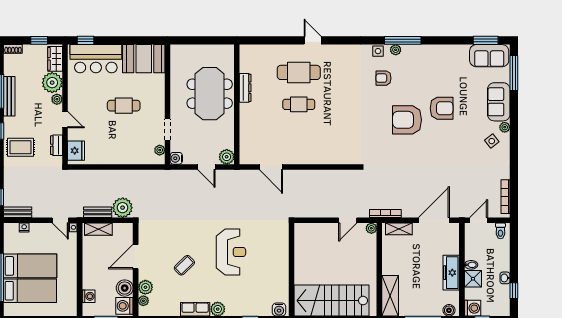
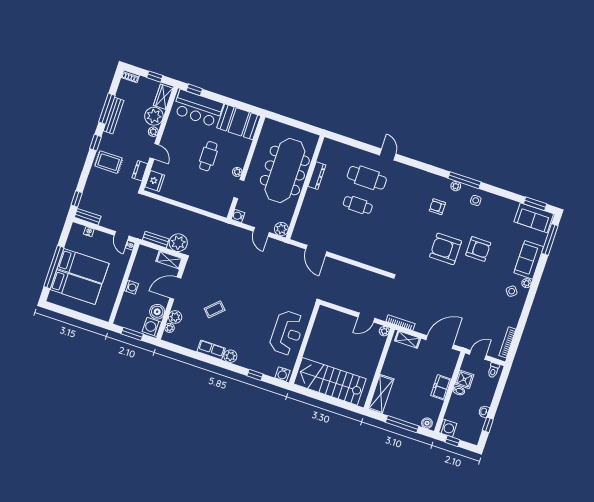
side table: (378, 51) -> (476, 200), moved
meeting table: (210, 94) -> (285, 170), width x1.36
cafe table: (124, 106) -> (208, 156), turned 90
plant: (160, 150) -> (237, 172), moved
shelving: (98, 229) -> (169, 260), moved
reception desk: (231, 252) -> (287, 333), moved
freezer: (451, 273) -> (441, 387), width x0.71
shower: (473, 279) -> (464, 379), moved
washing machine: (89, 296) -> (131, 287), moved

